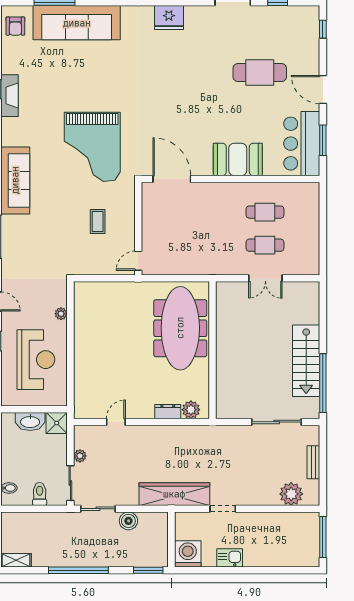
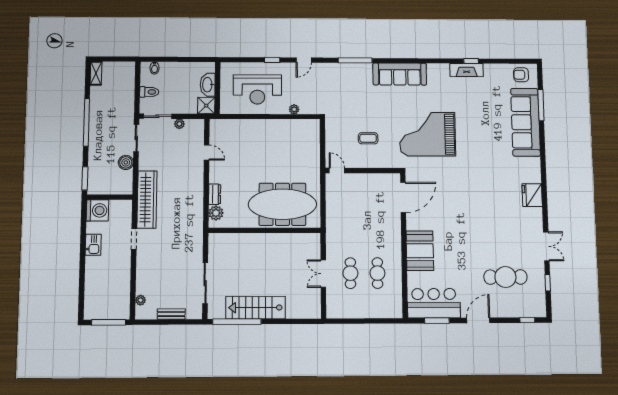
cafe table: (260, 73) -> (505, 277), moved, turned 90
plant: (291, 494) -> (141, 300), width x0.53, depth x0.53

